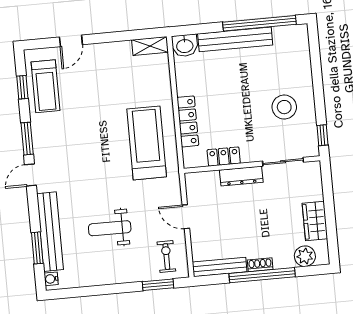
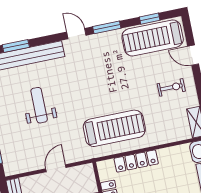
treadmill: (46, 86) -> (153, 38), width x1.37, depth x1.38
exercise bike: (166, 257) -> (171, 87), moved

